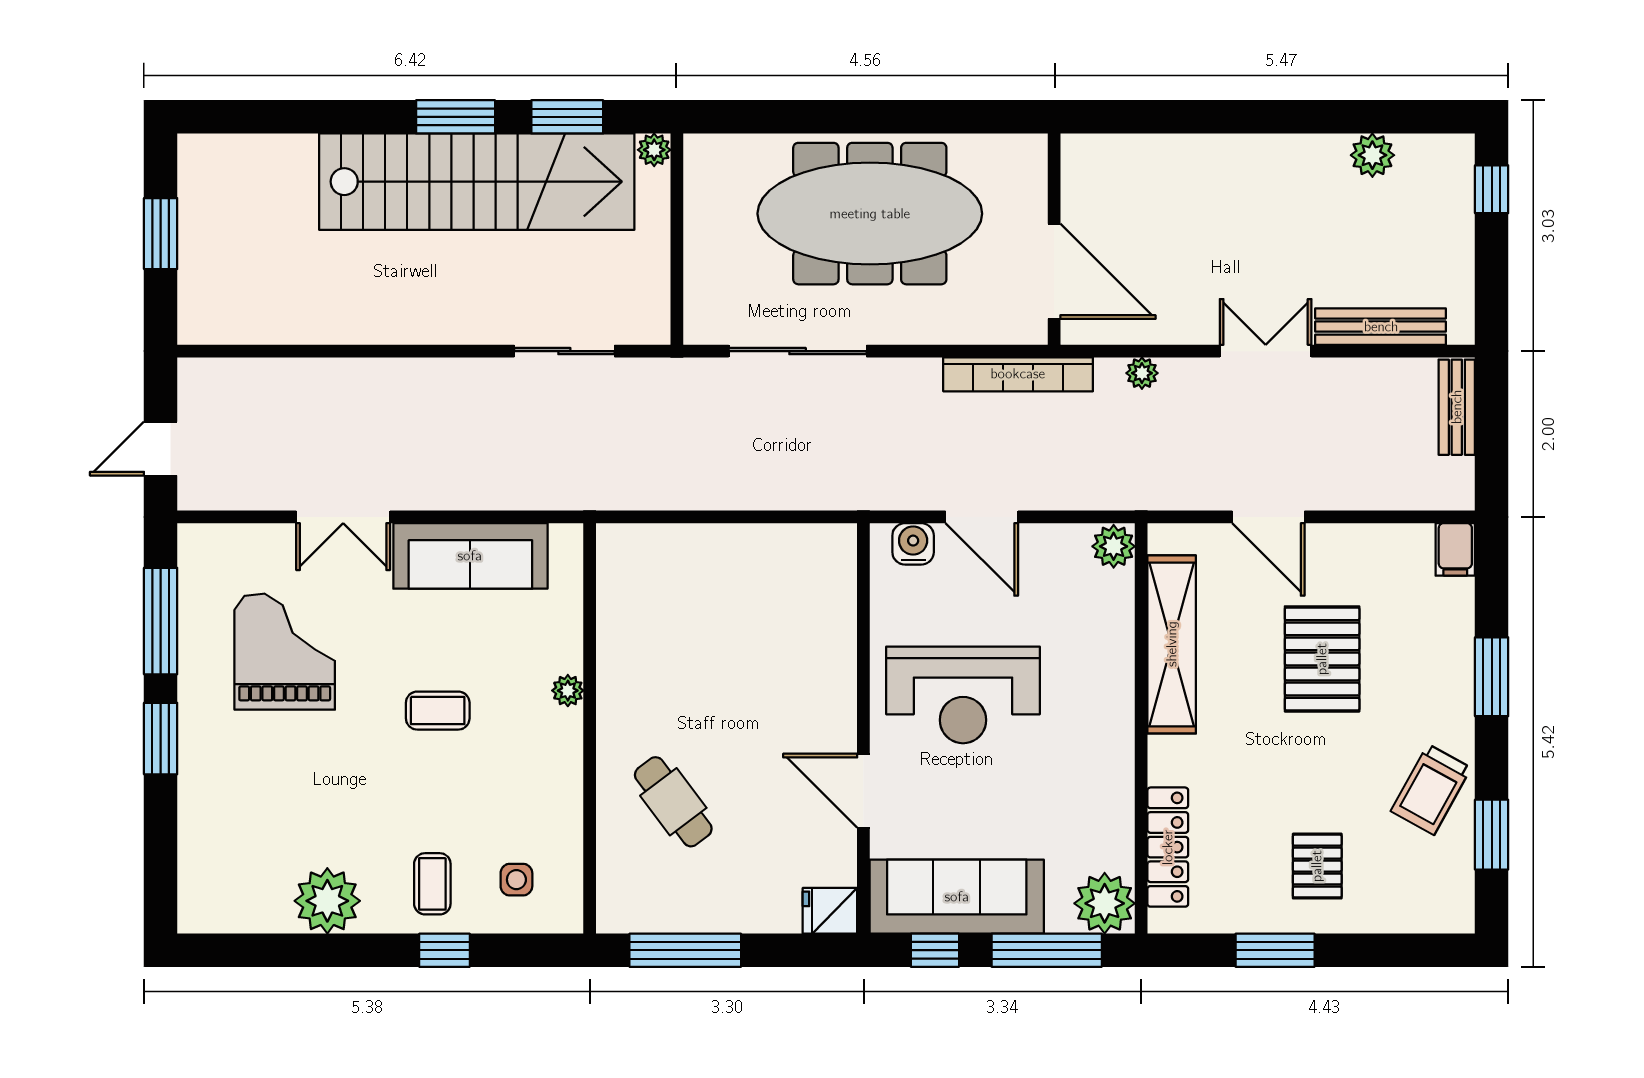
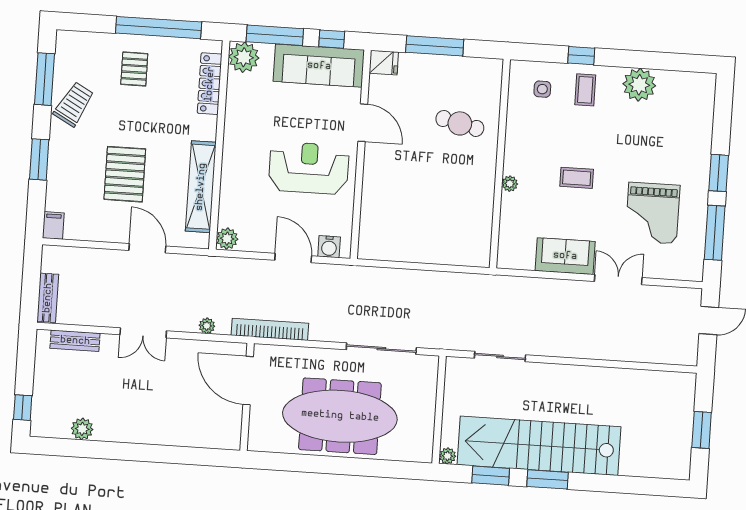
bench: (1381, 327) -> (75, 341), width x0.73
sofa: (470, 556) -> (565, 256), width x0.73
cafe table: (673, 802) -> (460, 123), turned -40
window: (1492, 835) -> (45, 79), width x1.44
window: (685, 950) -> (435, 46), moved
window: (1275, 950) -> (159, 28), width x2.11

